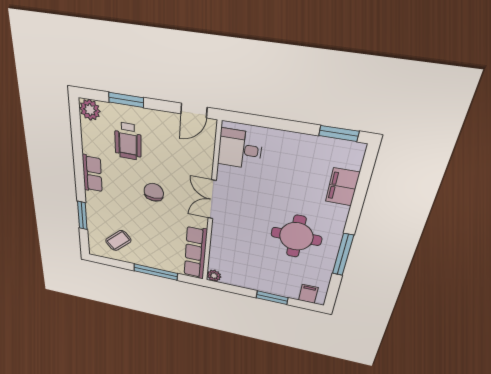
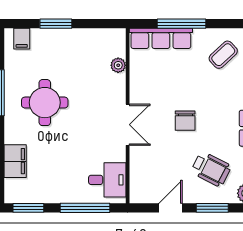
door: (194, 111) -> (171, 208), moved
window: (270, 123) -> (85, 208), added
wheelchair: (128, 141) -> (211, 169), turned 117
row of seats: (196, 253) -> (161, 38), moved, turned 90
plant: (214, 276) -> (118, 65), moved

